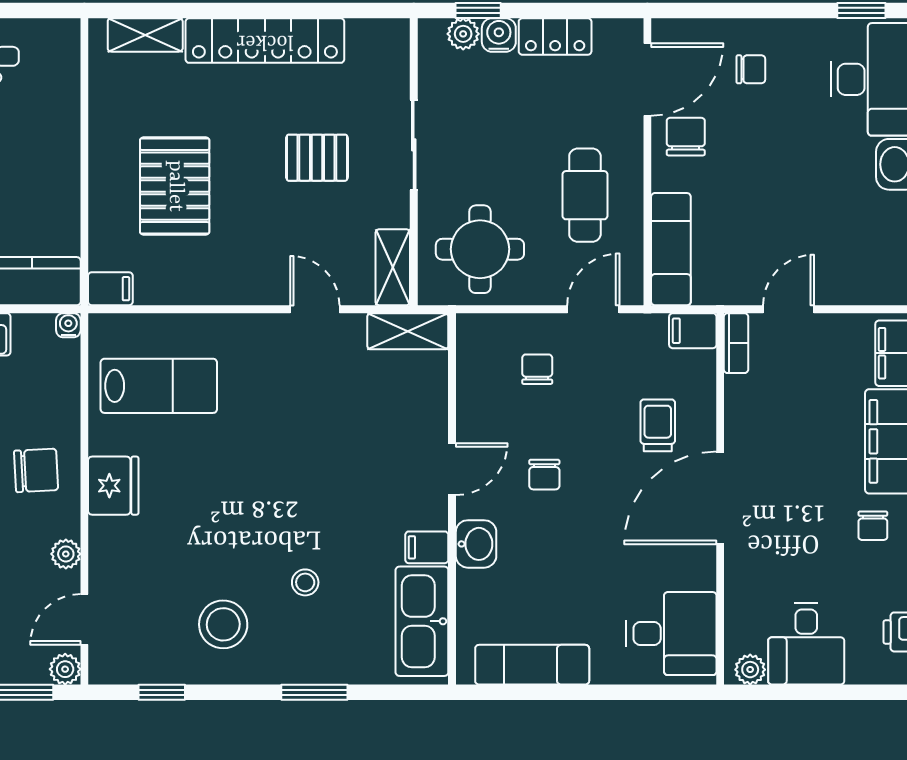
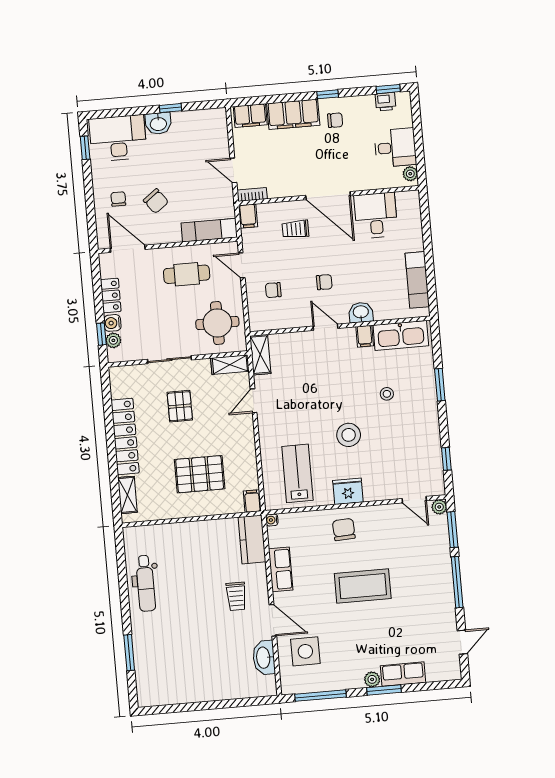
chair: (686, 137) -> (156, 201), moved, turned -127
plant: (66, 554) -> (383, 511), removed
stool: (223, 624) -> (349, 435), moved
desk: (671, 634) -> (376, 215), moved

